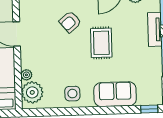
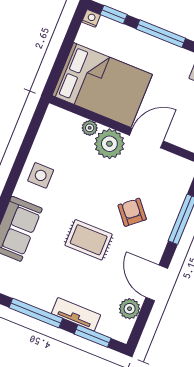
plant: (32, 92) -> (109, 144), moved

